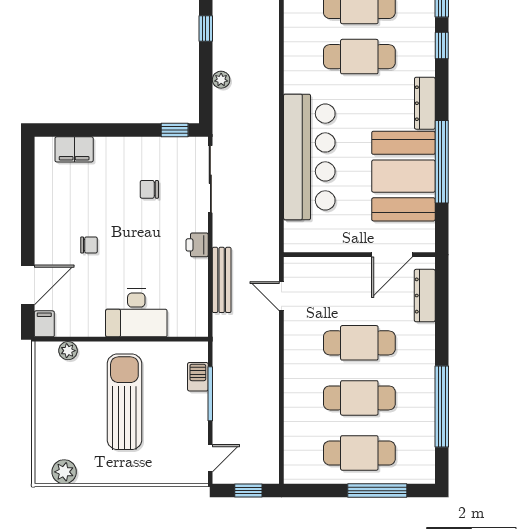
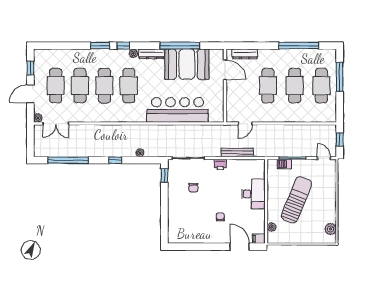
plant: (426, 66) -> (133, 53), added
filing cabinet: (74, 149) -> (174, 224), removed
sun lounger: (124, 402) -> (297, 200), turned 112

